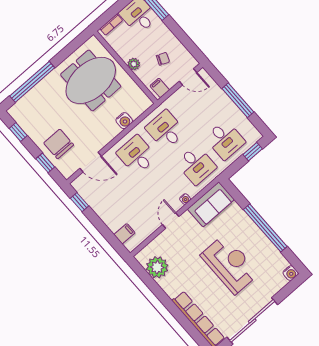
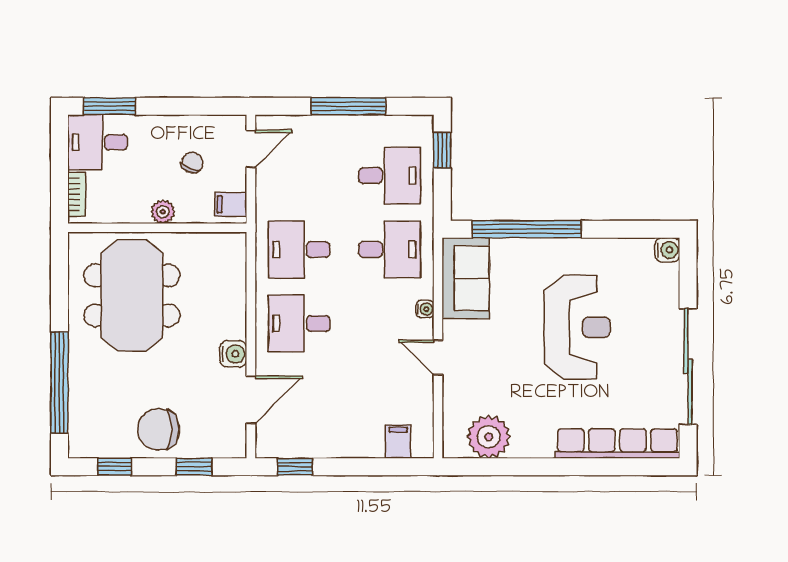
water cooler: (124, 121) -> (233, 354), moved
chair: (59, 144) -> (159, 429), moved
window: (265, 228) -> (527, 229), moved
reception desk: (230, 264) -> (577, 327), turned 90

